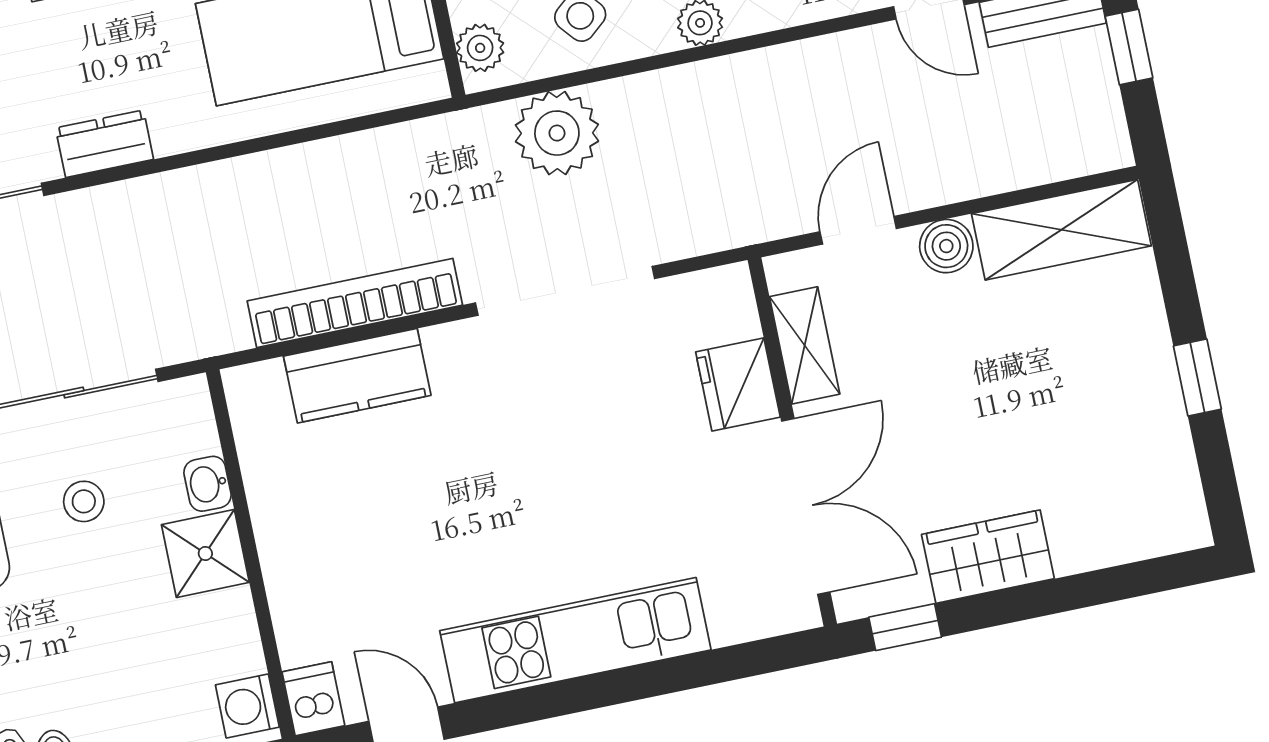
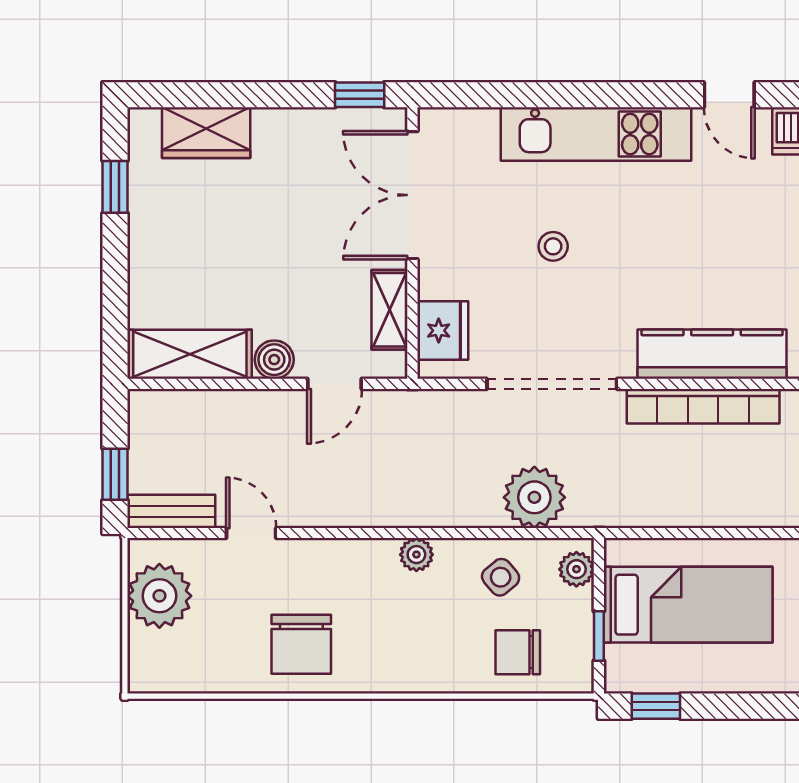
kitchen counter: (357, 376) -> (712, 354), width x1.50
window: (1197, 377) -> (115, 187), moved
fridge: (738, 385) -> (443, 331), moved
stool: (602, 477) -> (553, 246), added
wardrobe: (988, 557) -> (206, 133), moved

